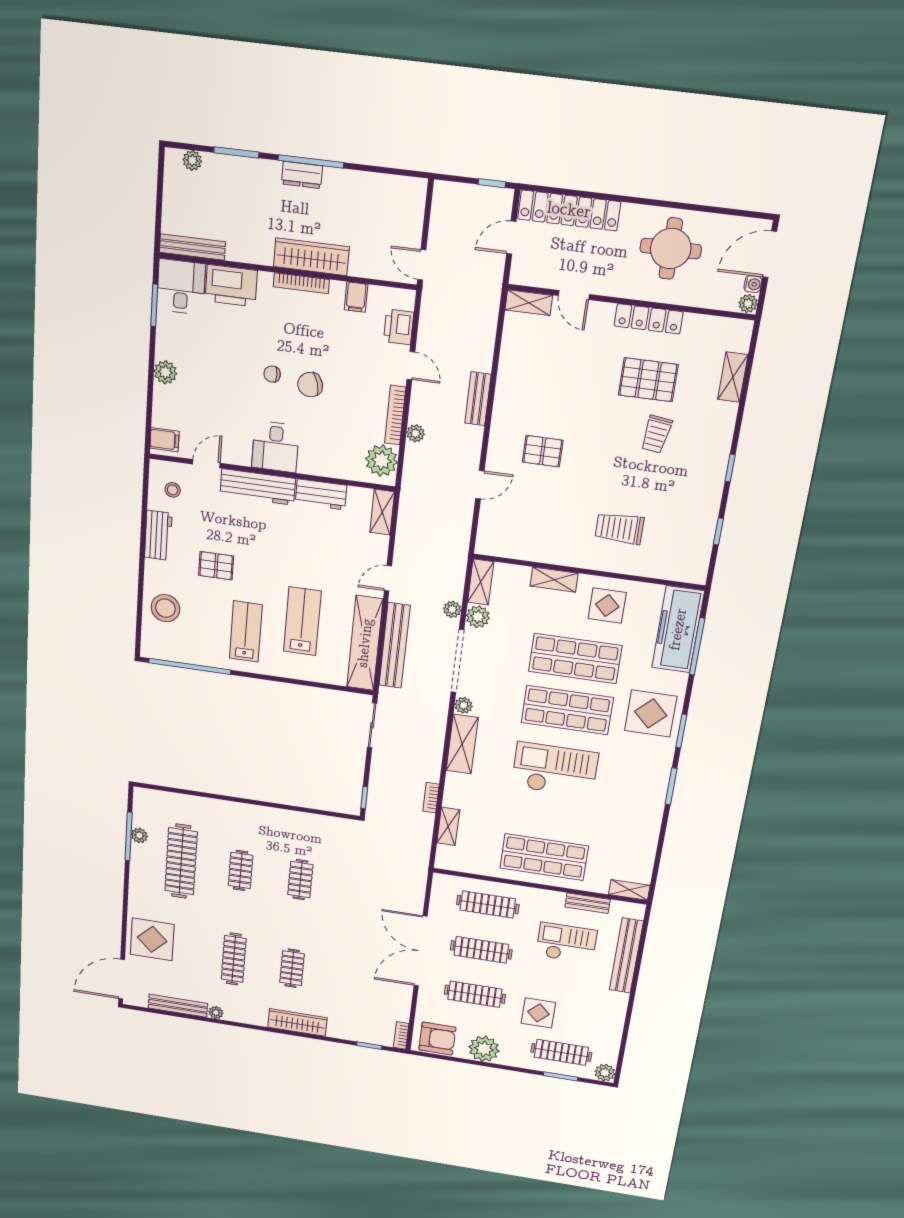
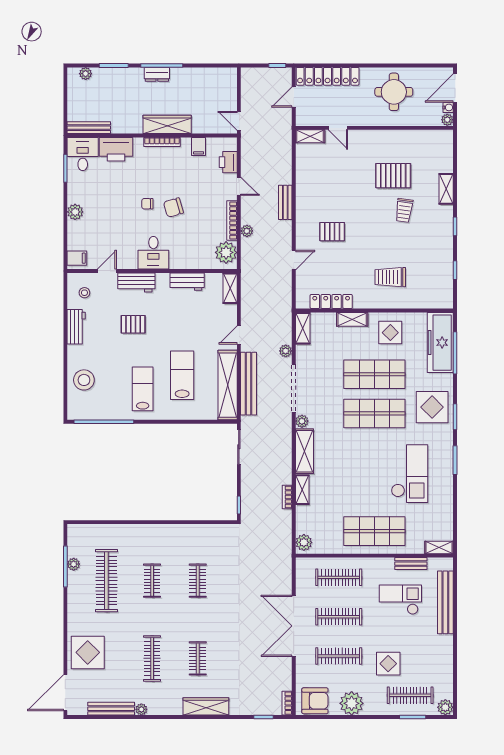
locker: (649, 319) -> (331, 301), moved, turned 180
shelving: (733, 377) -> (446, 189), moved
workbench: (258, 487) -> (136, 282), width x0.73
pallet: (216, 566) -> (133, 324), moved
plant: (478, 617) -> (304, 542), moved
checkout: (555, 770) -> (410, 474), moved, turned 90
shelving: (448, 826) -> (302, 490), moved

